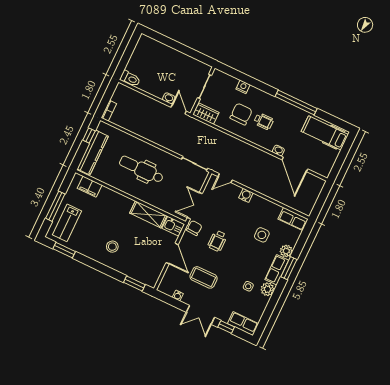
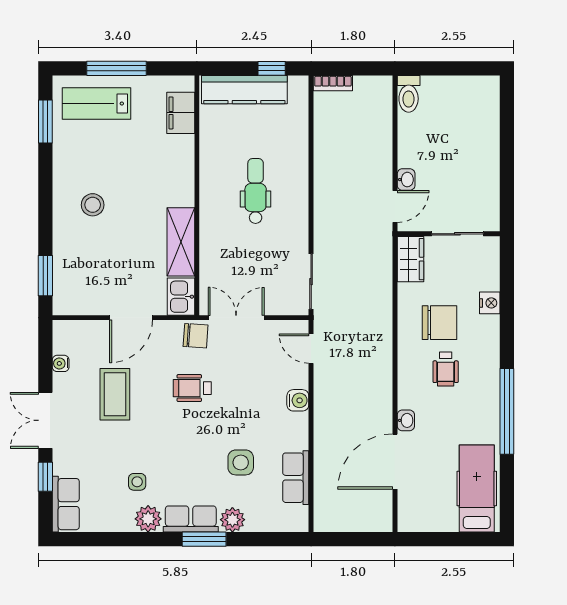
dental chair: (141, 169) -> (256, 191), width x0.73, depth x0.72
row of seats: (293, 219) -> (296, 478), moved

